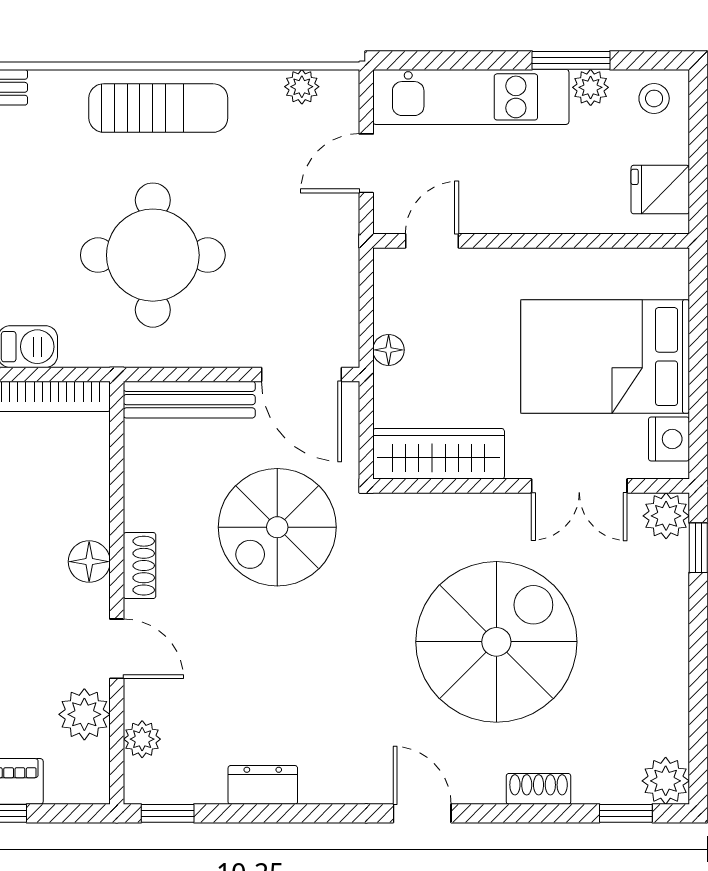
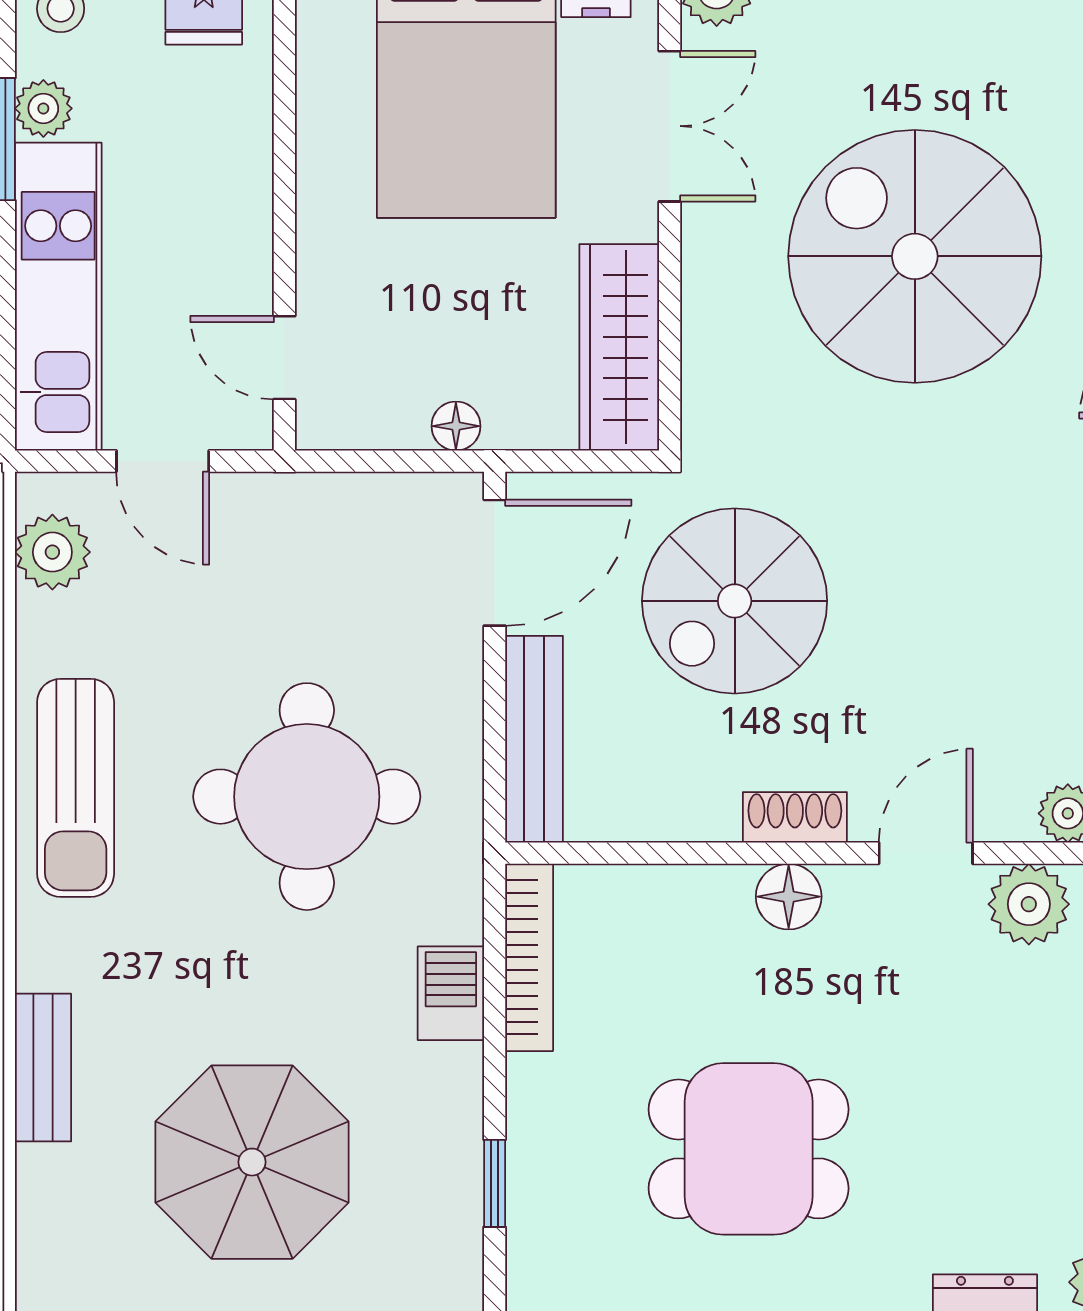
plant: (302, 87) -> (52, 552), width x1.38, depth x1.38
sun lounger: (158, 108) -> (76, 788), turned 180
spiral stairs: (277, 527) -> (735, 601), turned 90

